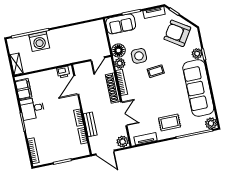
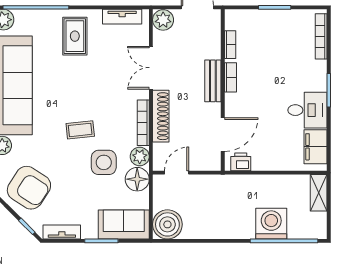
boiler: (97, 29) -> (167, 224), added
rug: (170, 122) -> (75, 36), turned 90
bench: (90, 124) -> (213, 81), moved

